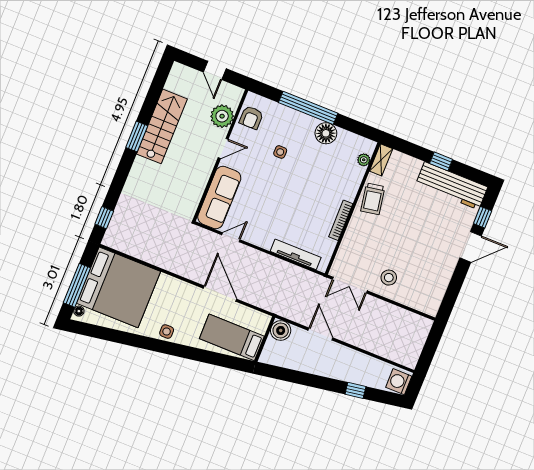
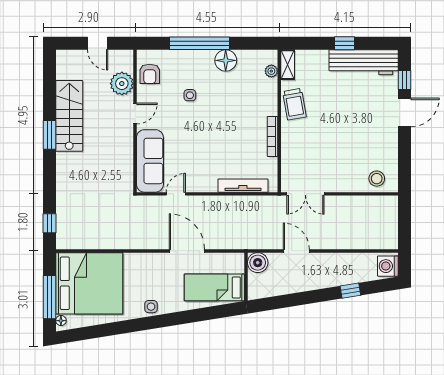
stool: (389, 278) -> (377, 179), moved

